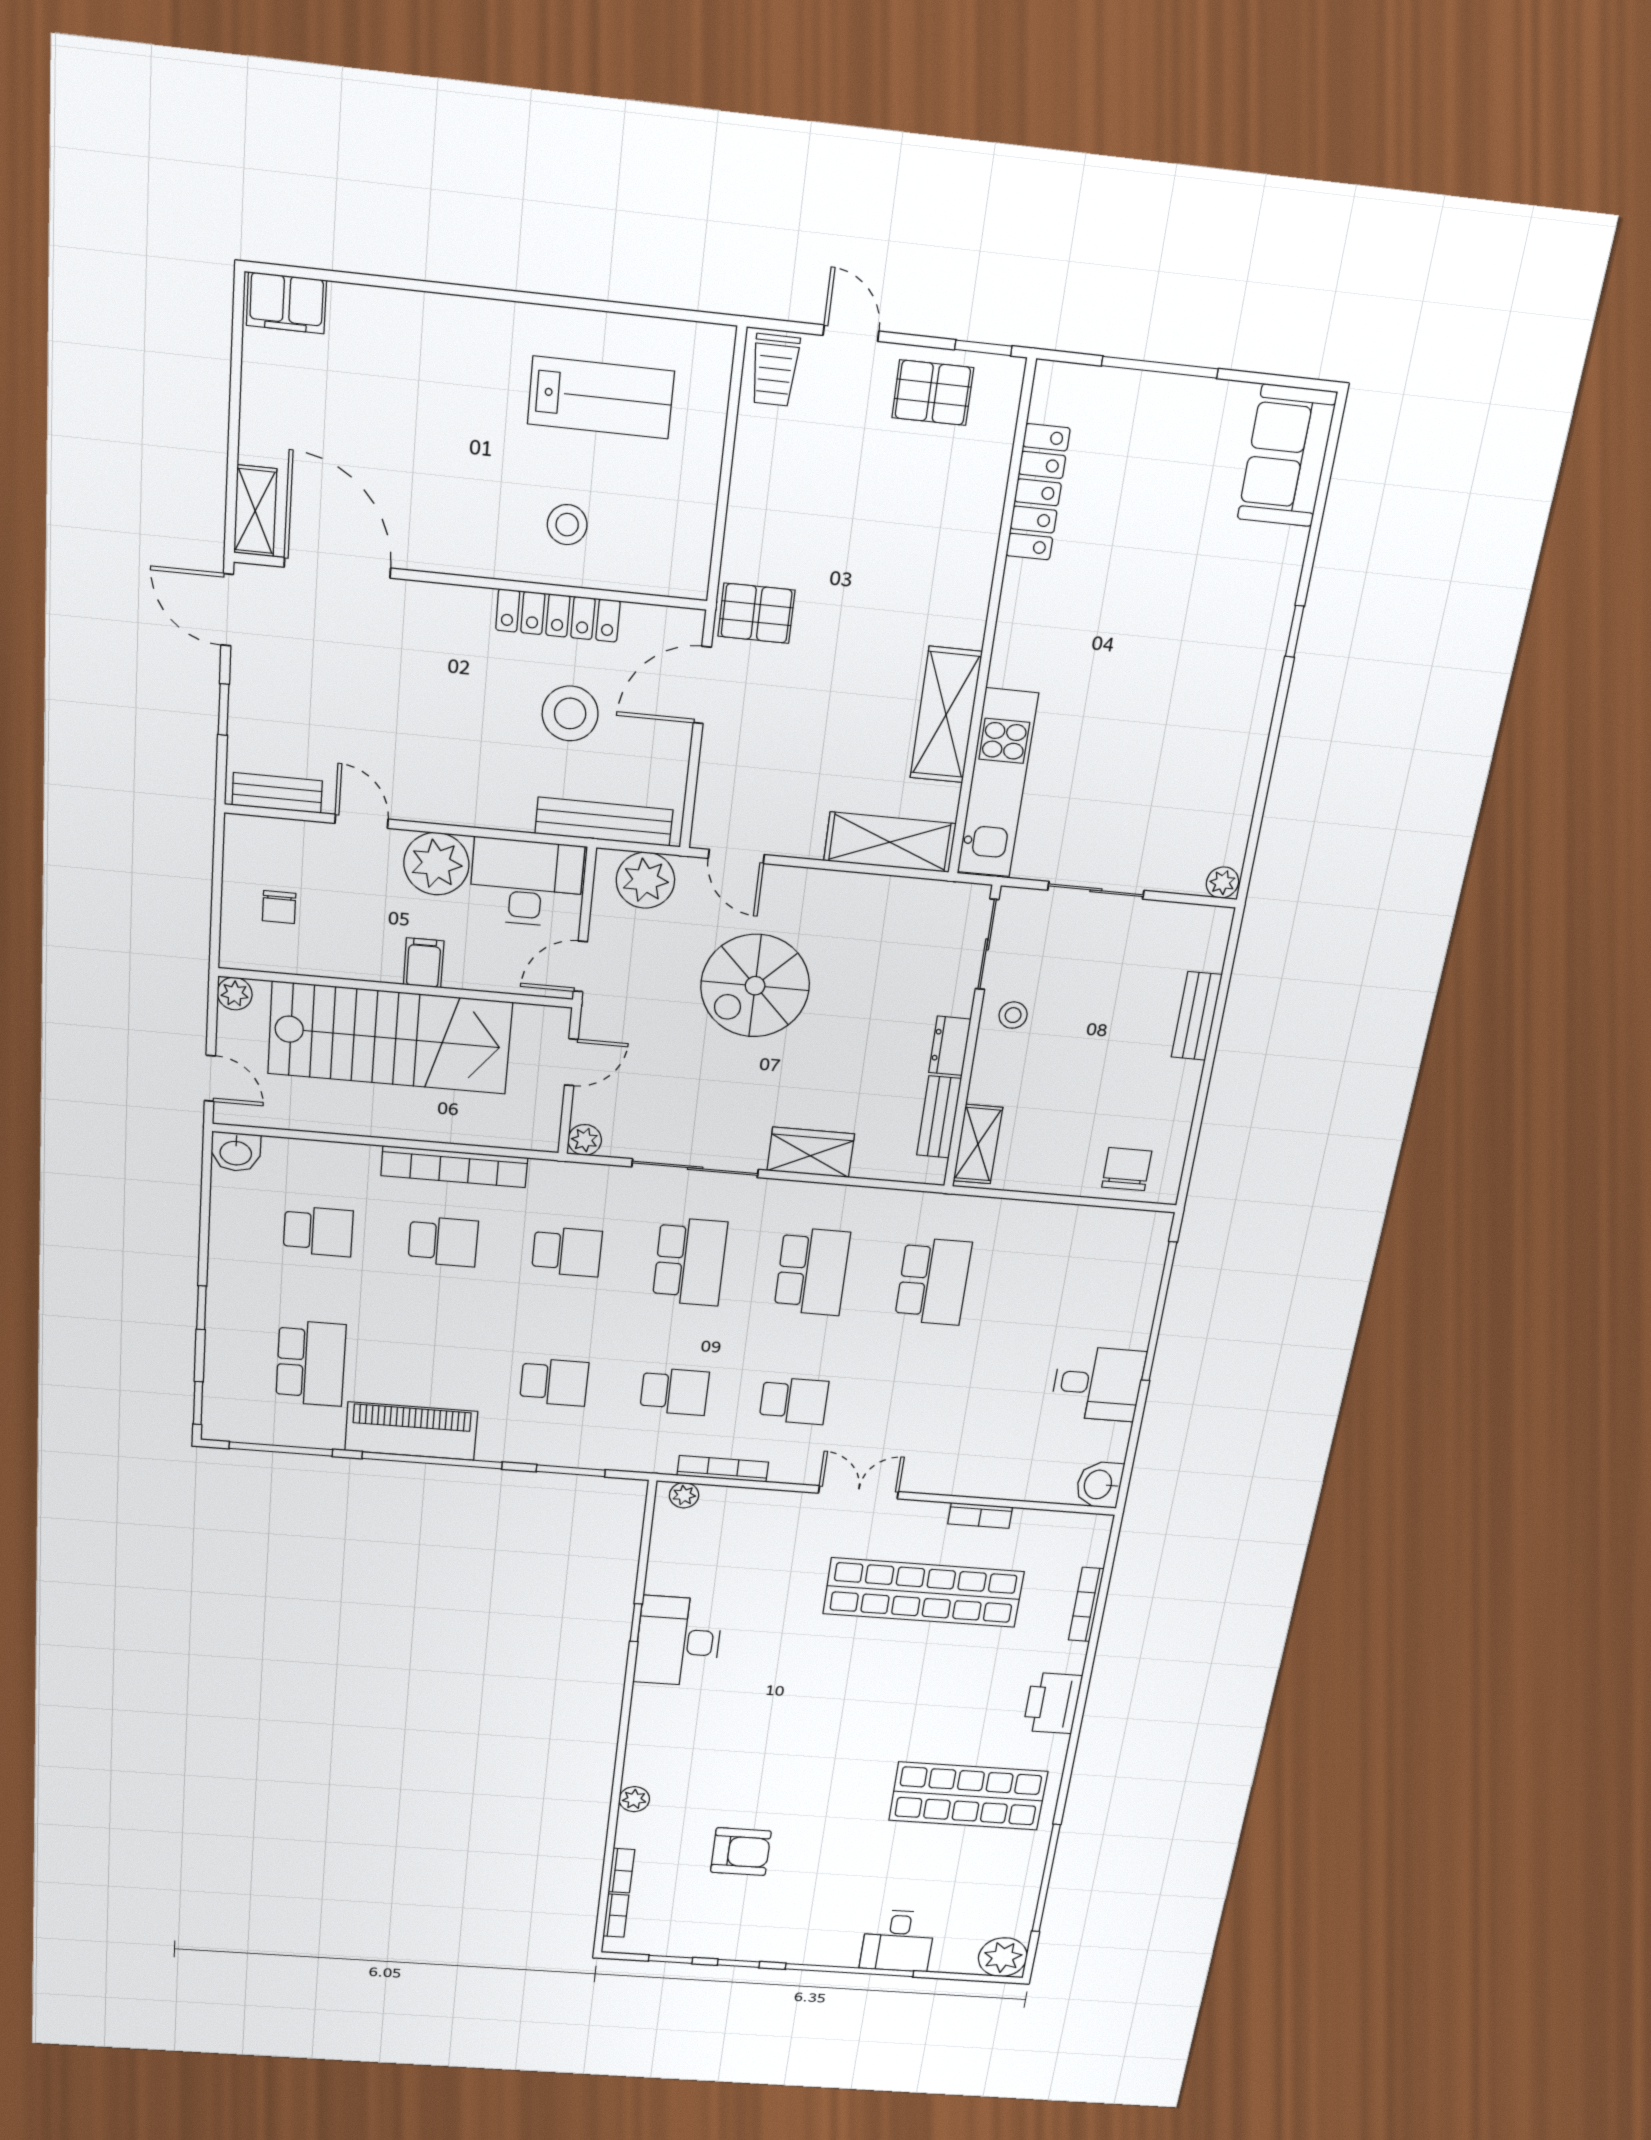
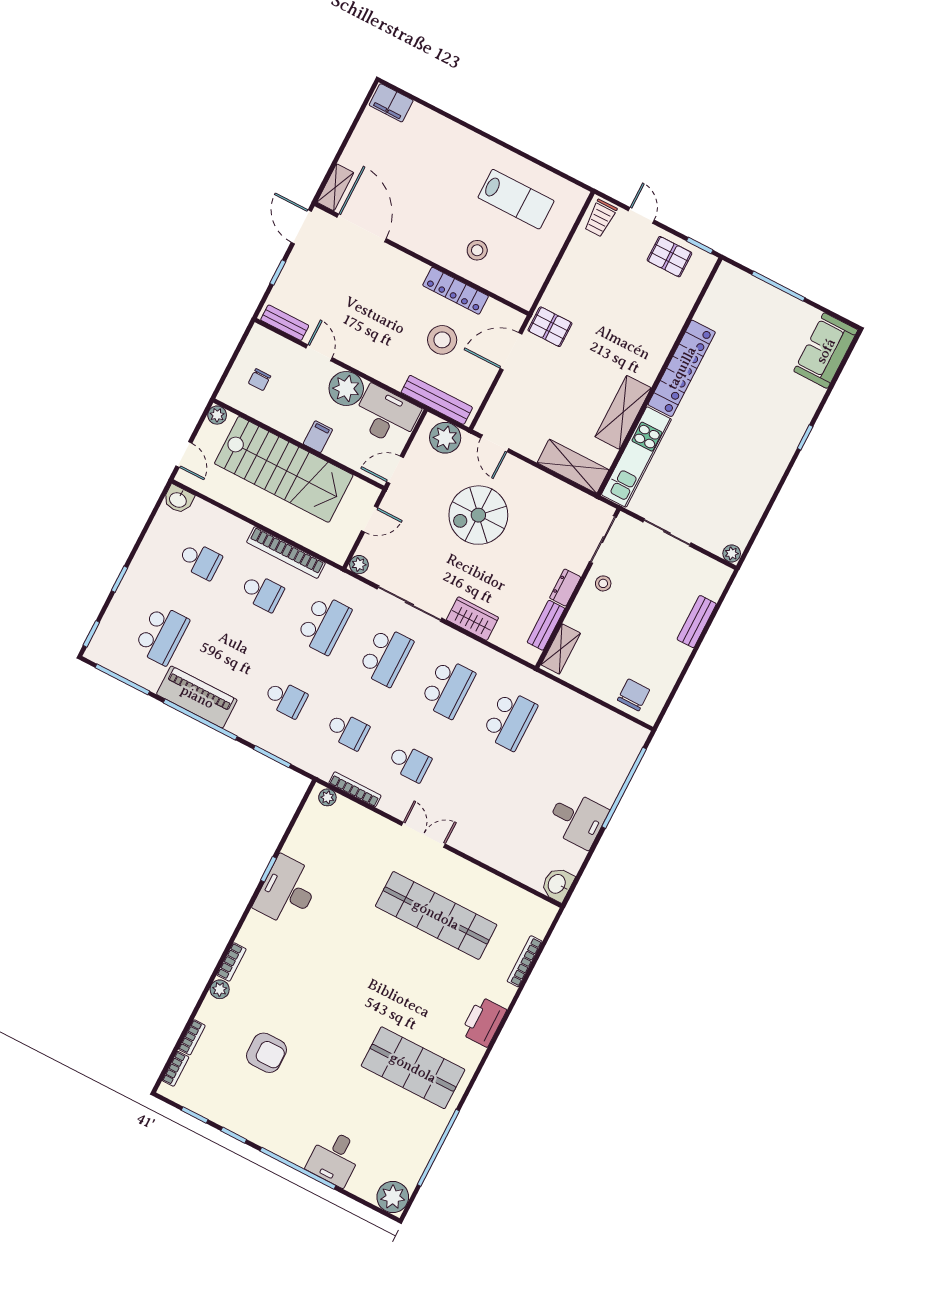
locker: (1038, 492) -> (682, 368), moved, width x1.41, depth x1.21
school desk: (567, 1252) -> (324, 624), width x1.85
bookcase: (980, 1515) -> (231, 962), moved, turned -90

